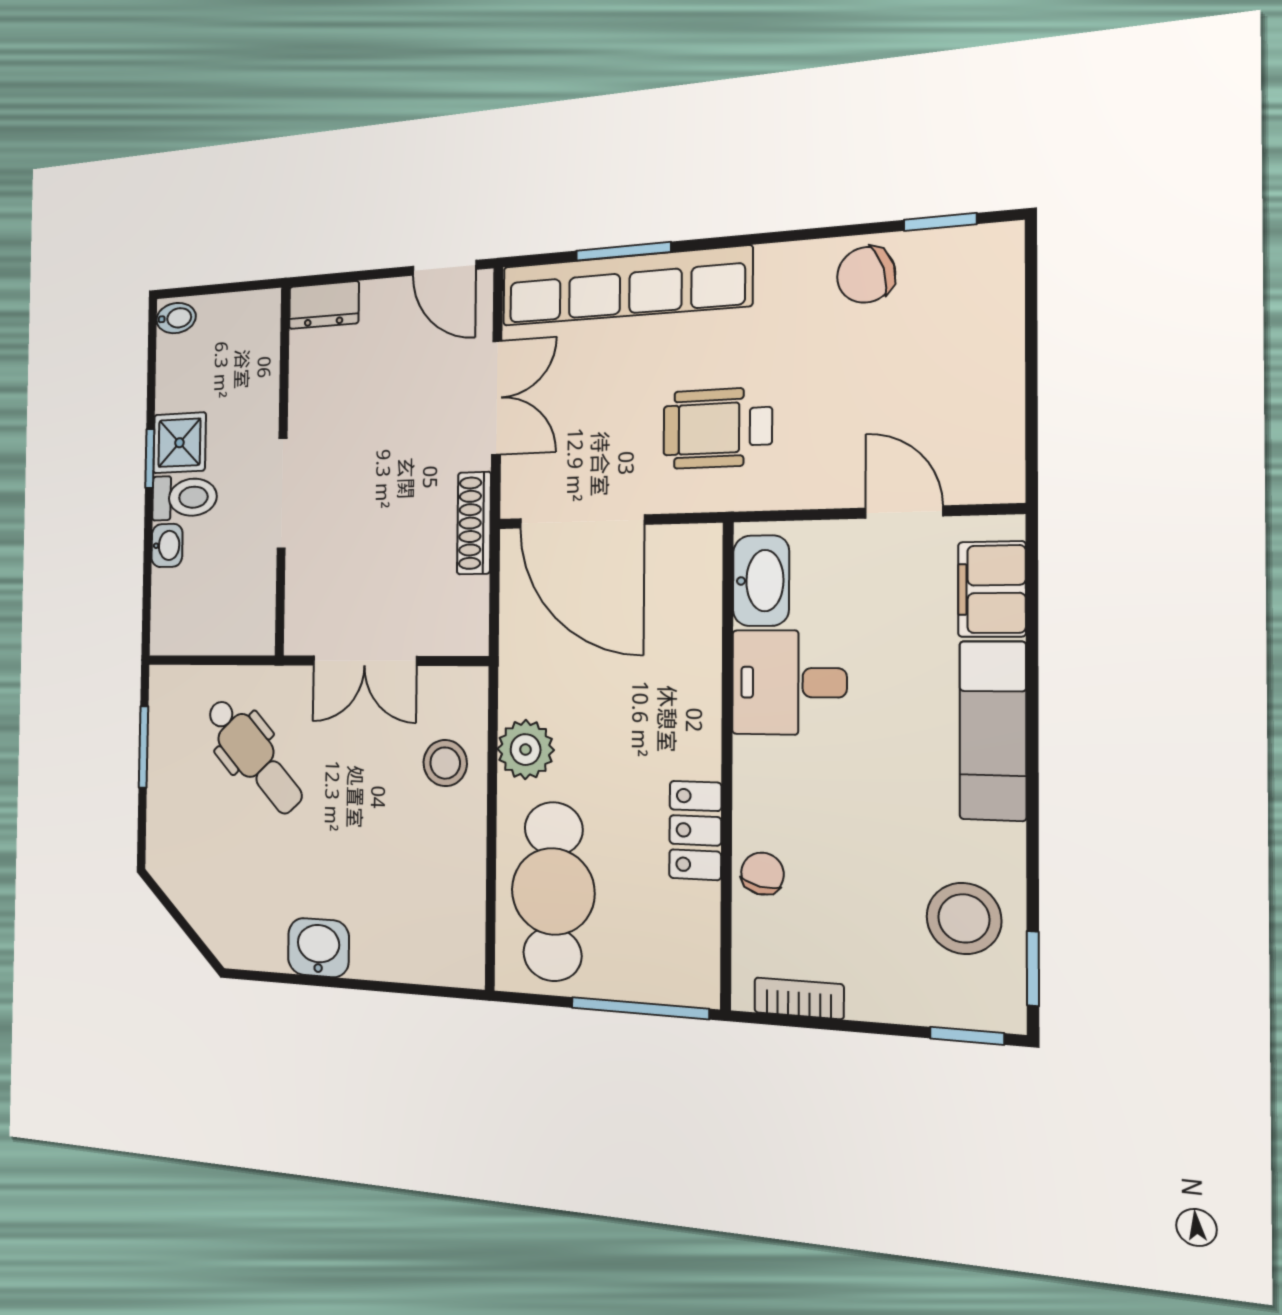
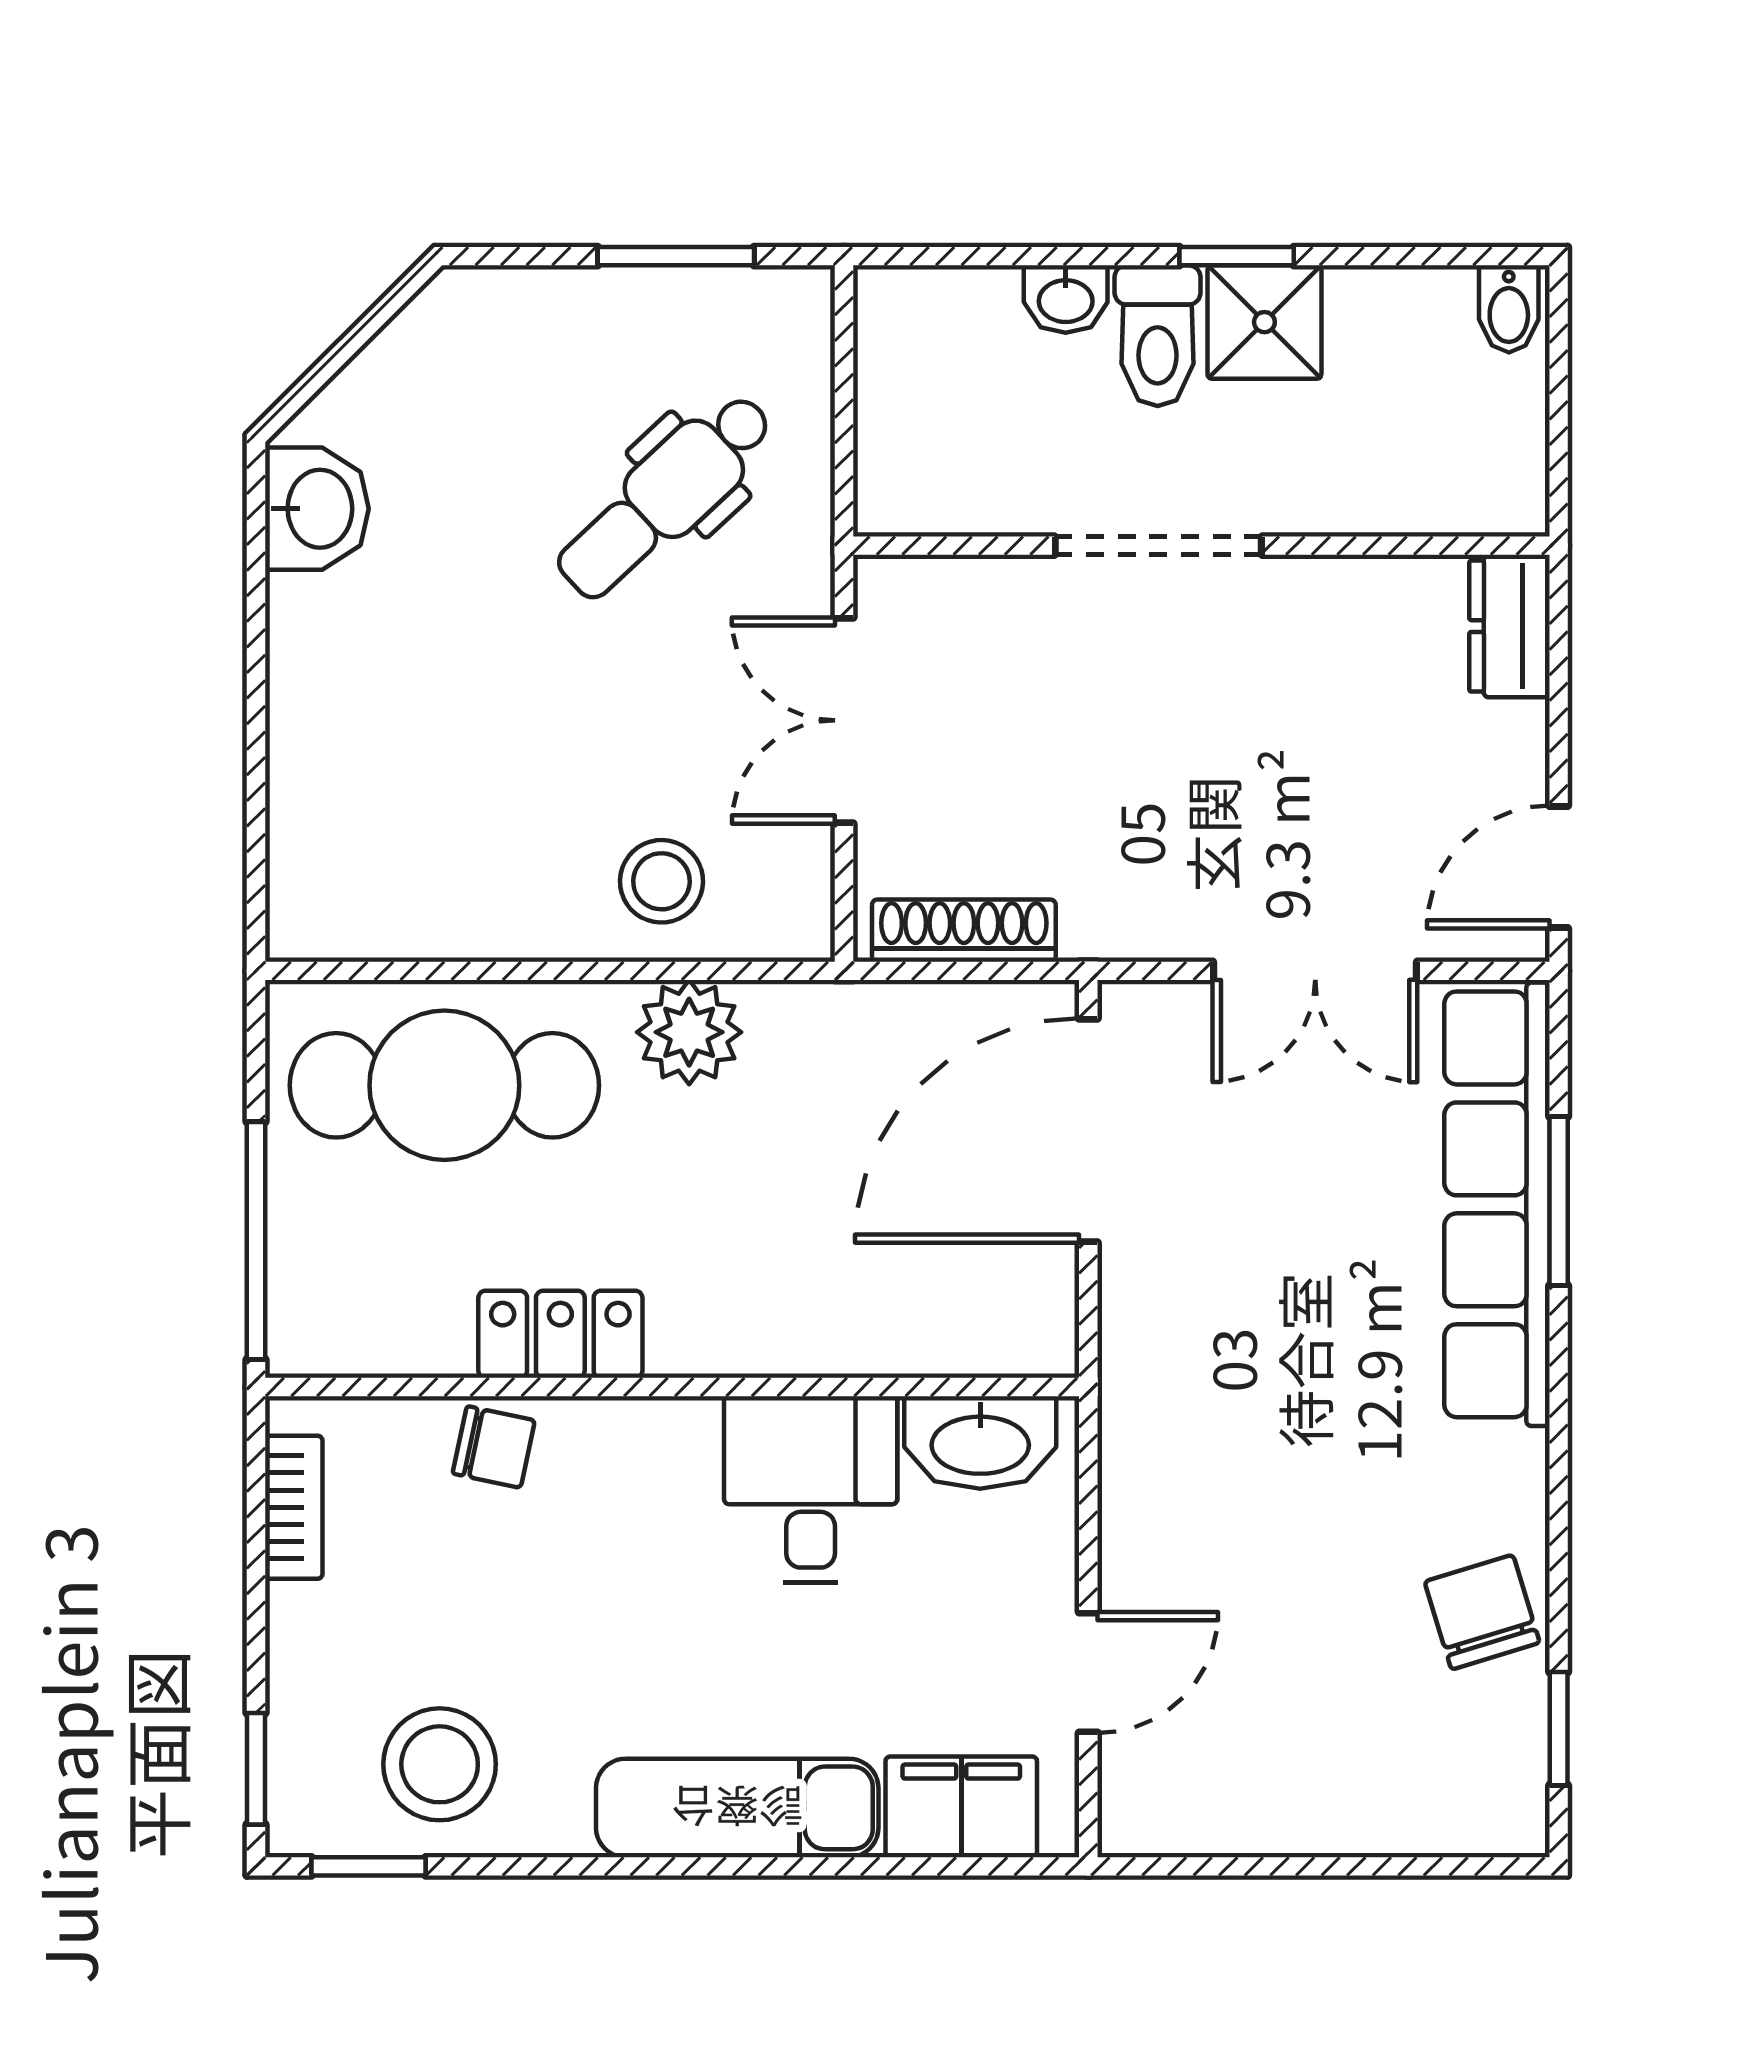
wheelchair: (717, 428) -> (1240, 1368), removed
shoe rack: (474, 523) -> (964, 931), moved
washbasin: (318, 948) -> (317, 509), moved

